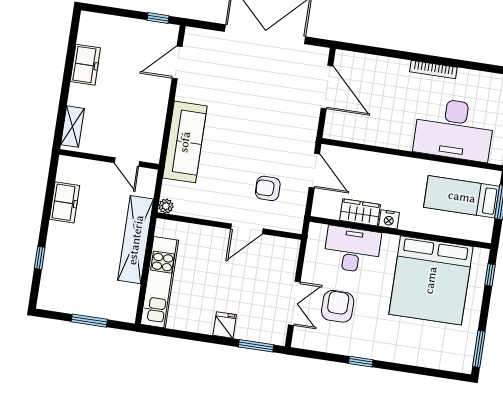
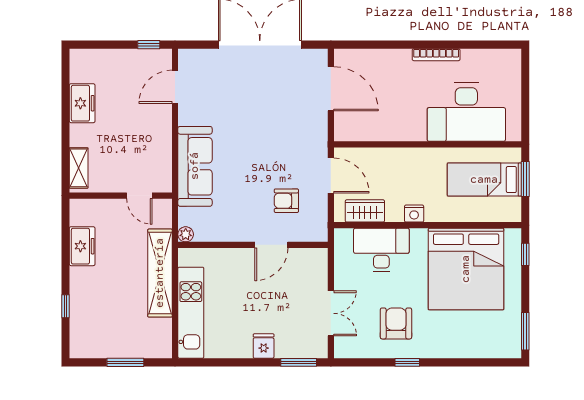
wardrobe: (360, 212) -> (365, 211), moved
armchair: (338, 306) -> (396, 323), moved

